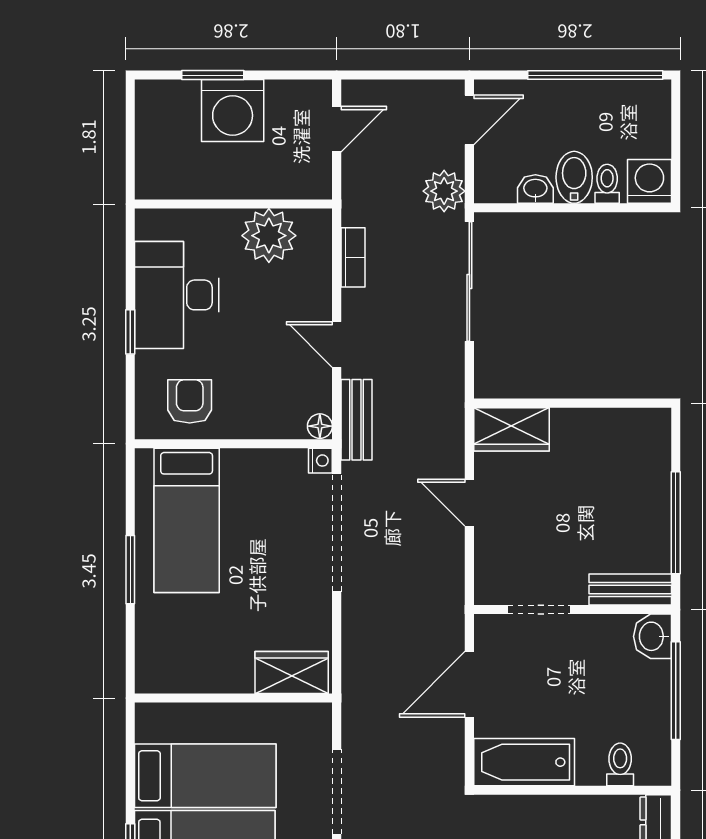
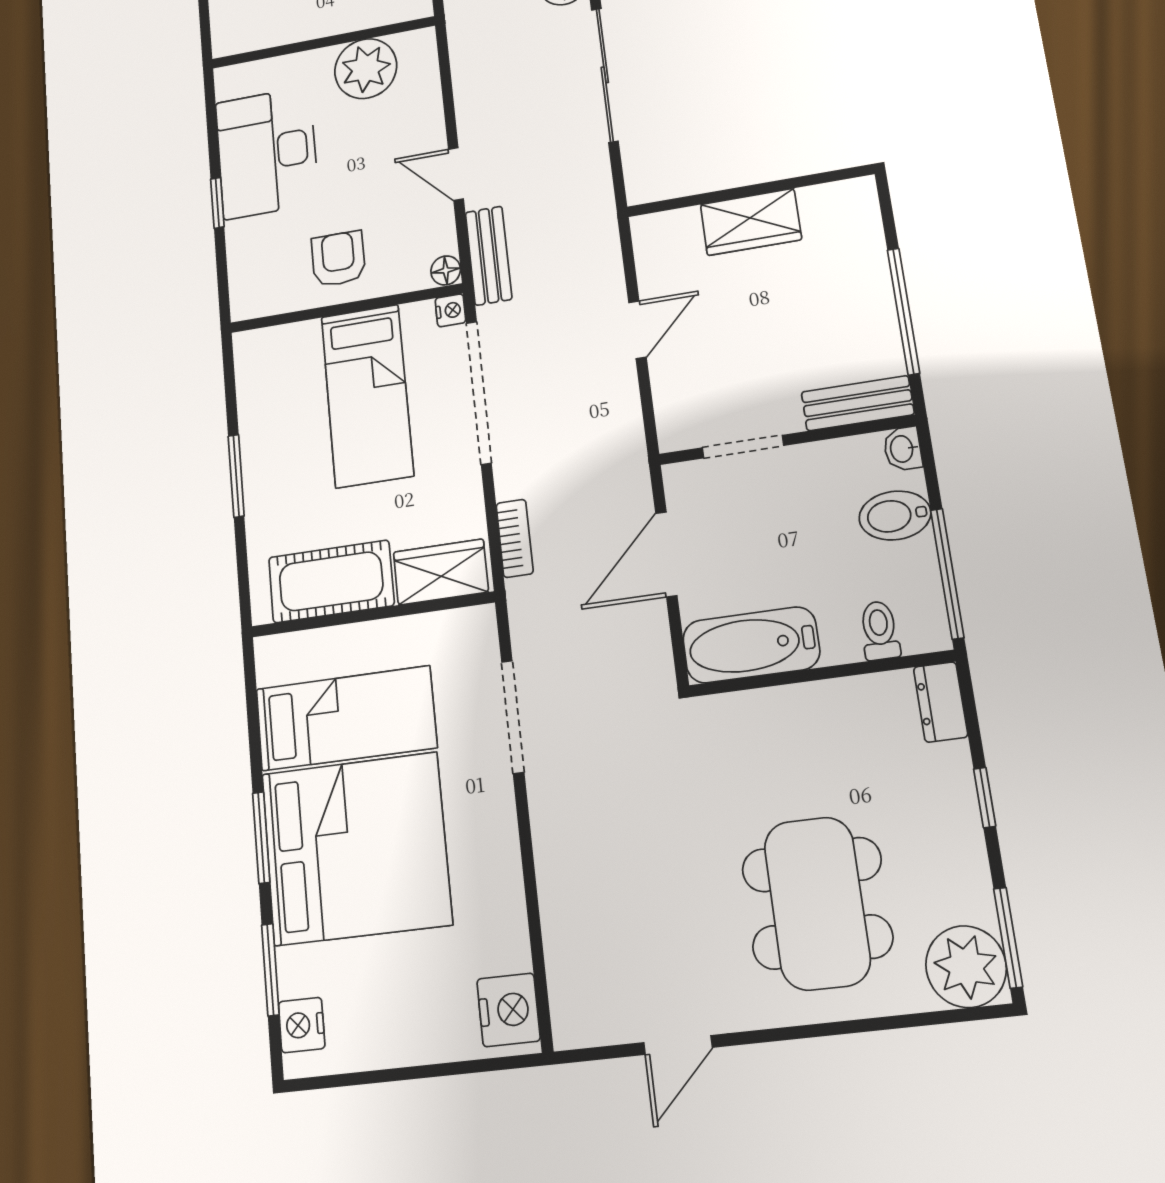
bookcase: (353, 257) -> (515, 538), moved
armchair: (190, 401) -> (338, 259), moved
wardrobe: (511, 429) -> (751, 222), moved
door: (469, 503) -> (638, 330), swing flipped
bed: (187, 520) -> (367, 396), moved
washbasin: (652, 636) -> (903, 449), width x0.72, depth x0.69
cot: (202, 667) -> (331, 581), added
bidet: (645, 680) -> (895, 515), added
window: (676, 691) -> (947, 573), moved

